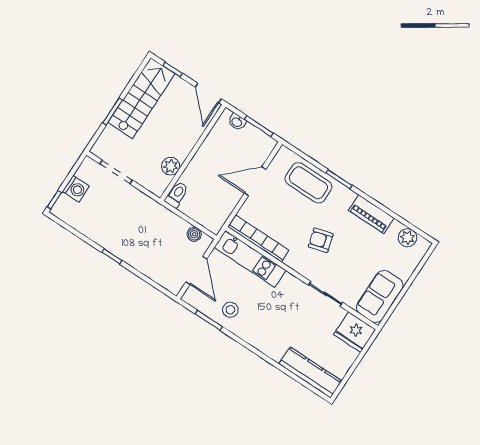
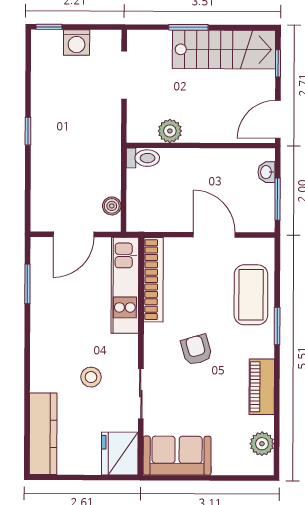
stool: (230, 310) -> (91, 377), moved

